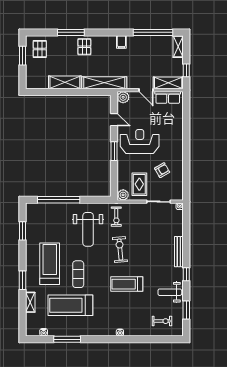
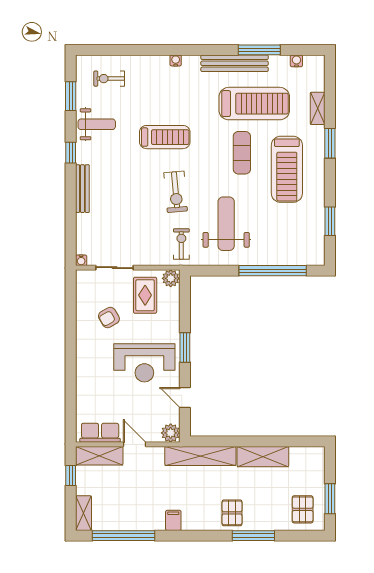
bench: (83, 331) -> (235, 63), added

